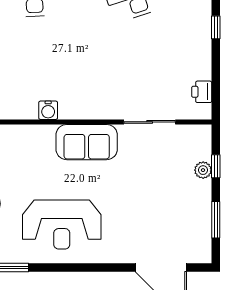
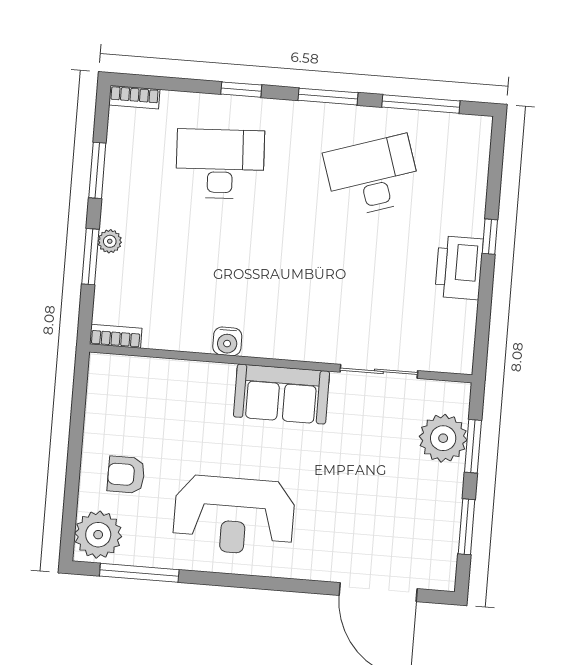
printer: (202, 92) -> (459, 268), moved, width x1.87, depth x1.48
window: (216, 166) -> (473, 446), width x1.50
plant: (203, 170) -> (443, 438), width x1.88, depth x1.88

